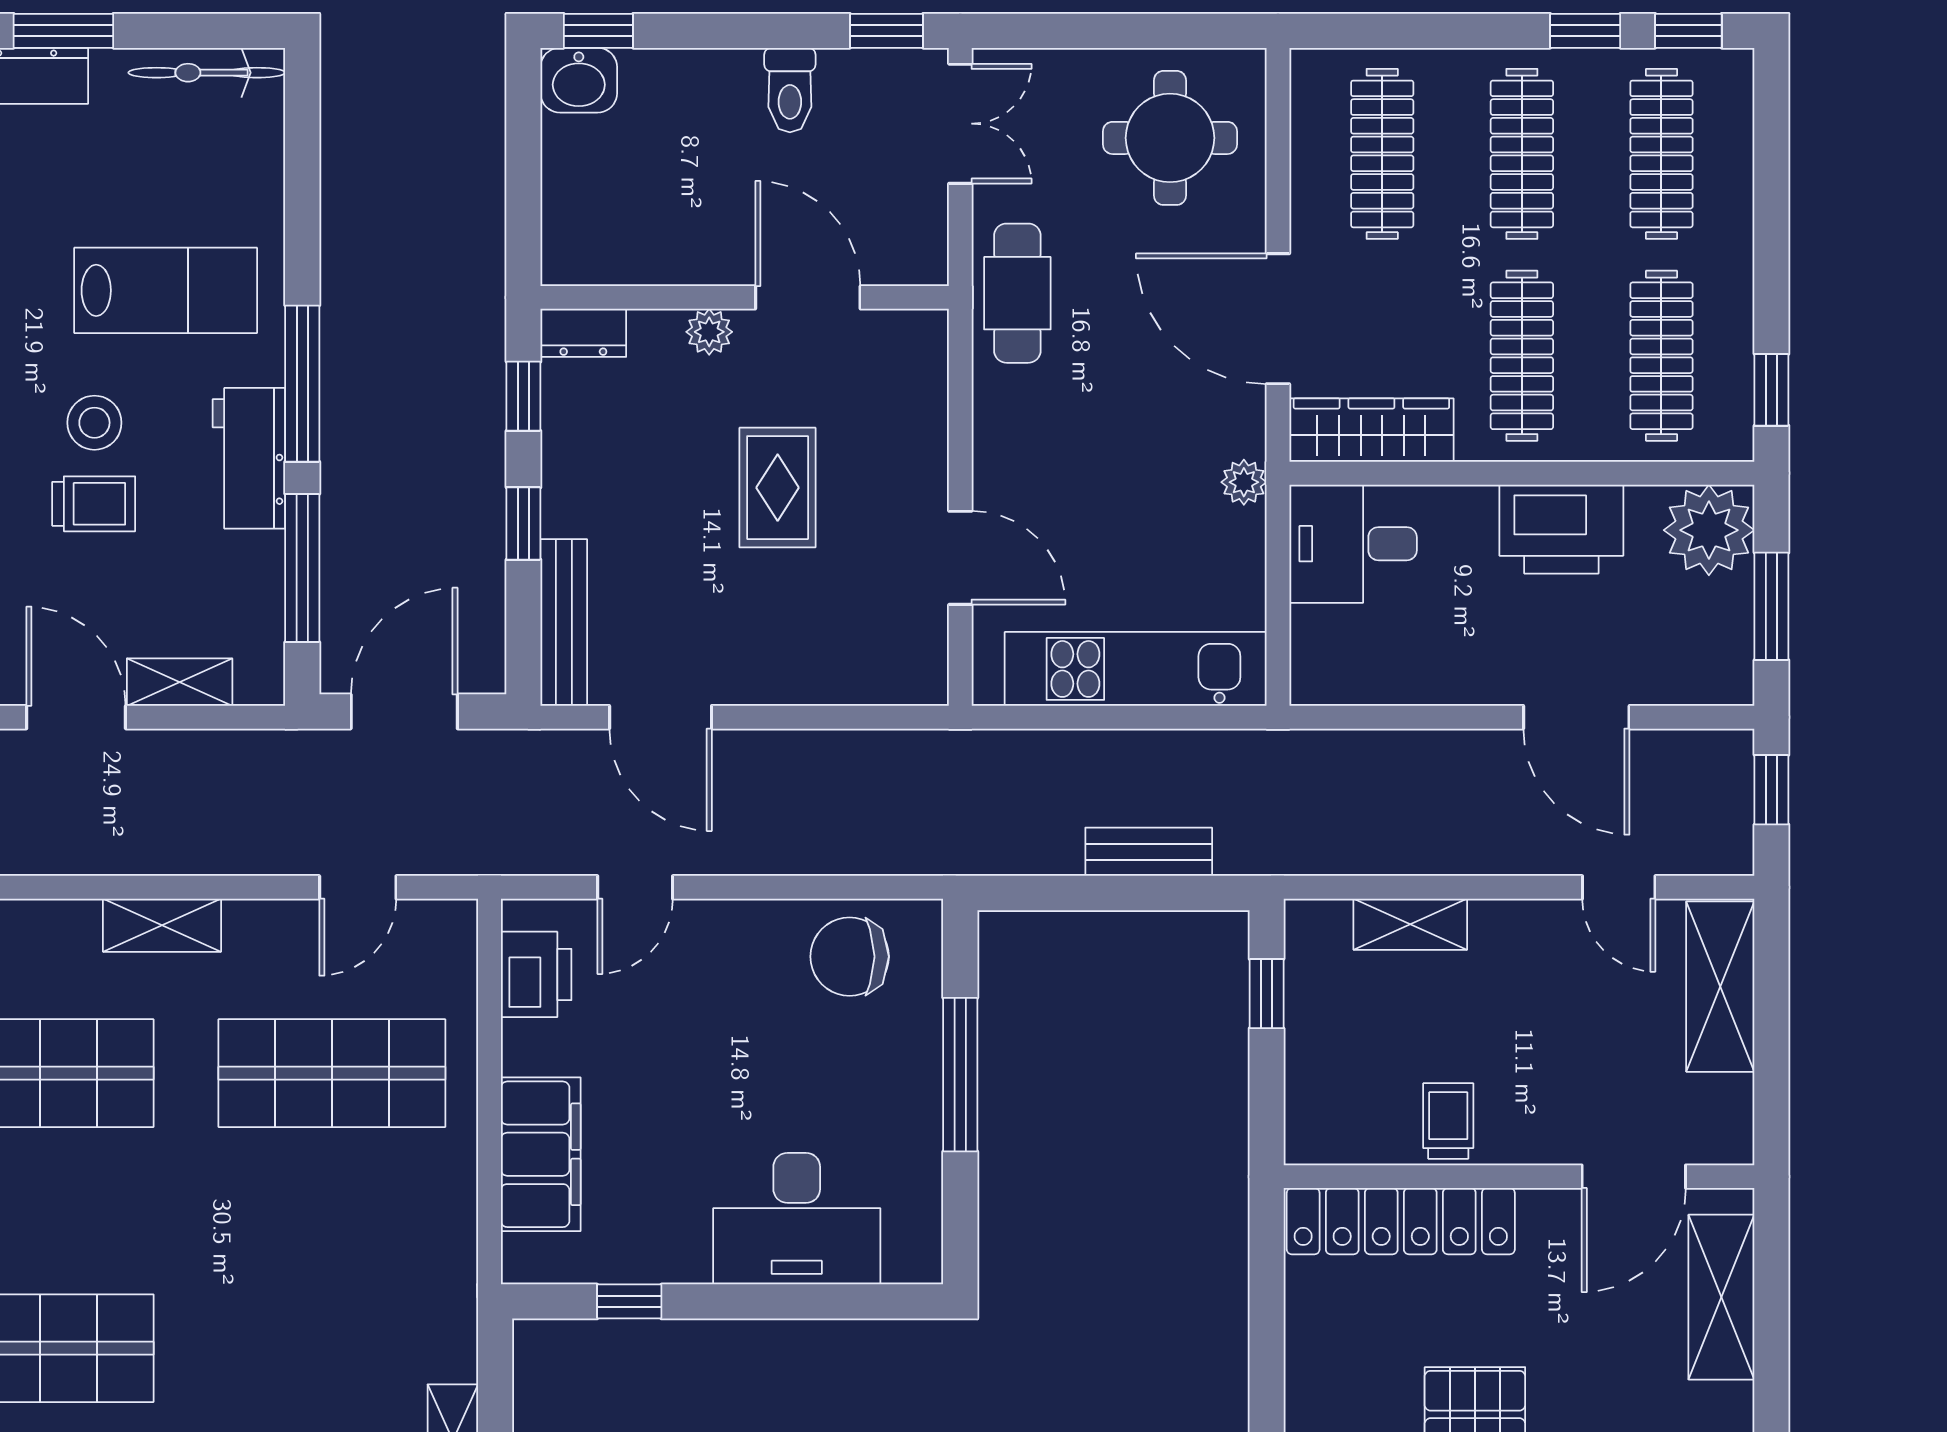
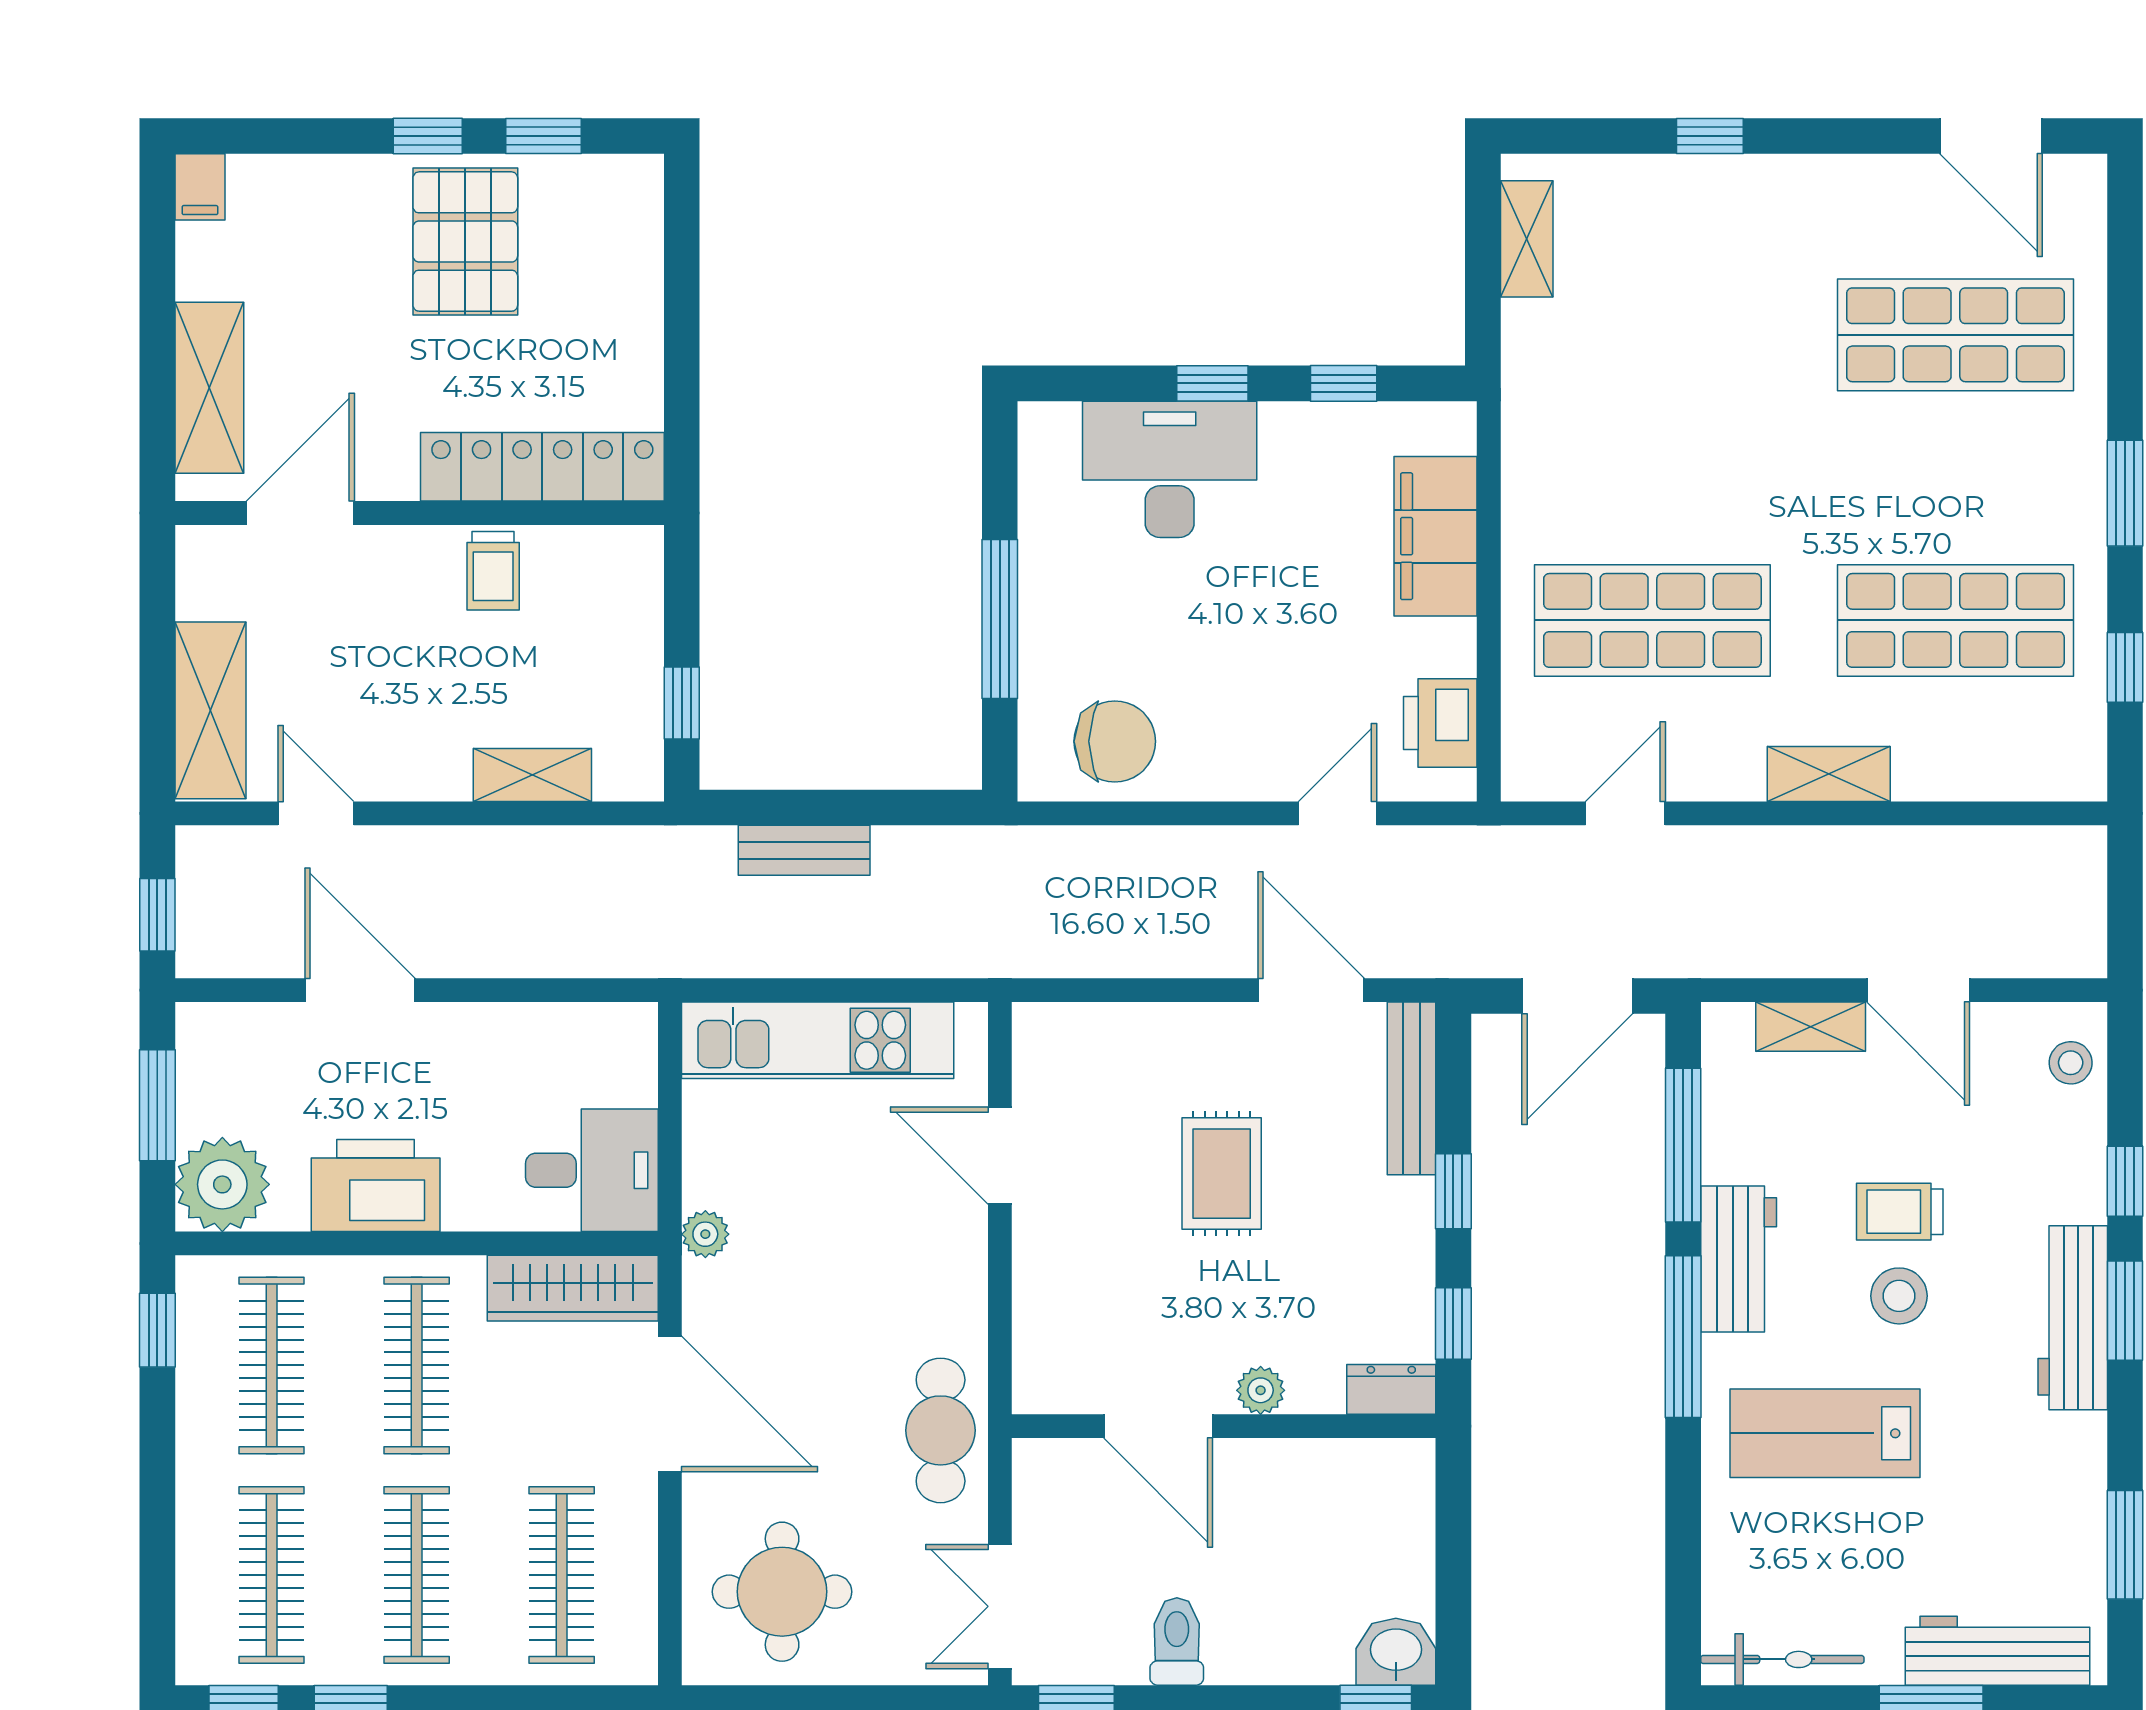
rug: (778, 488) -> (1222, 1174), moved
window: (756, 1301) -> (1212, 383), added

